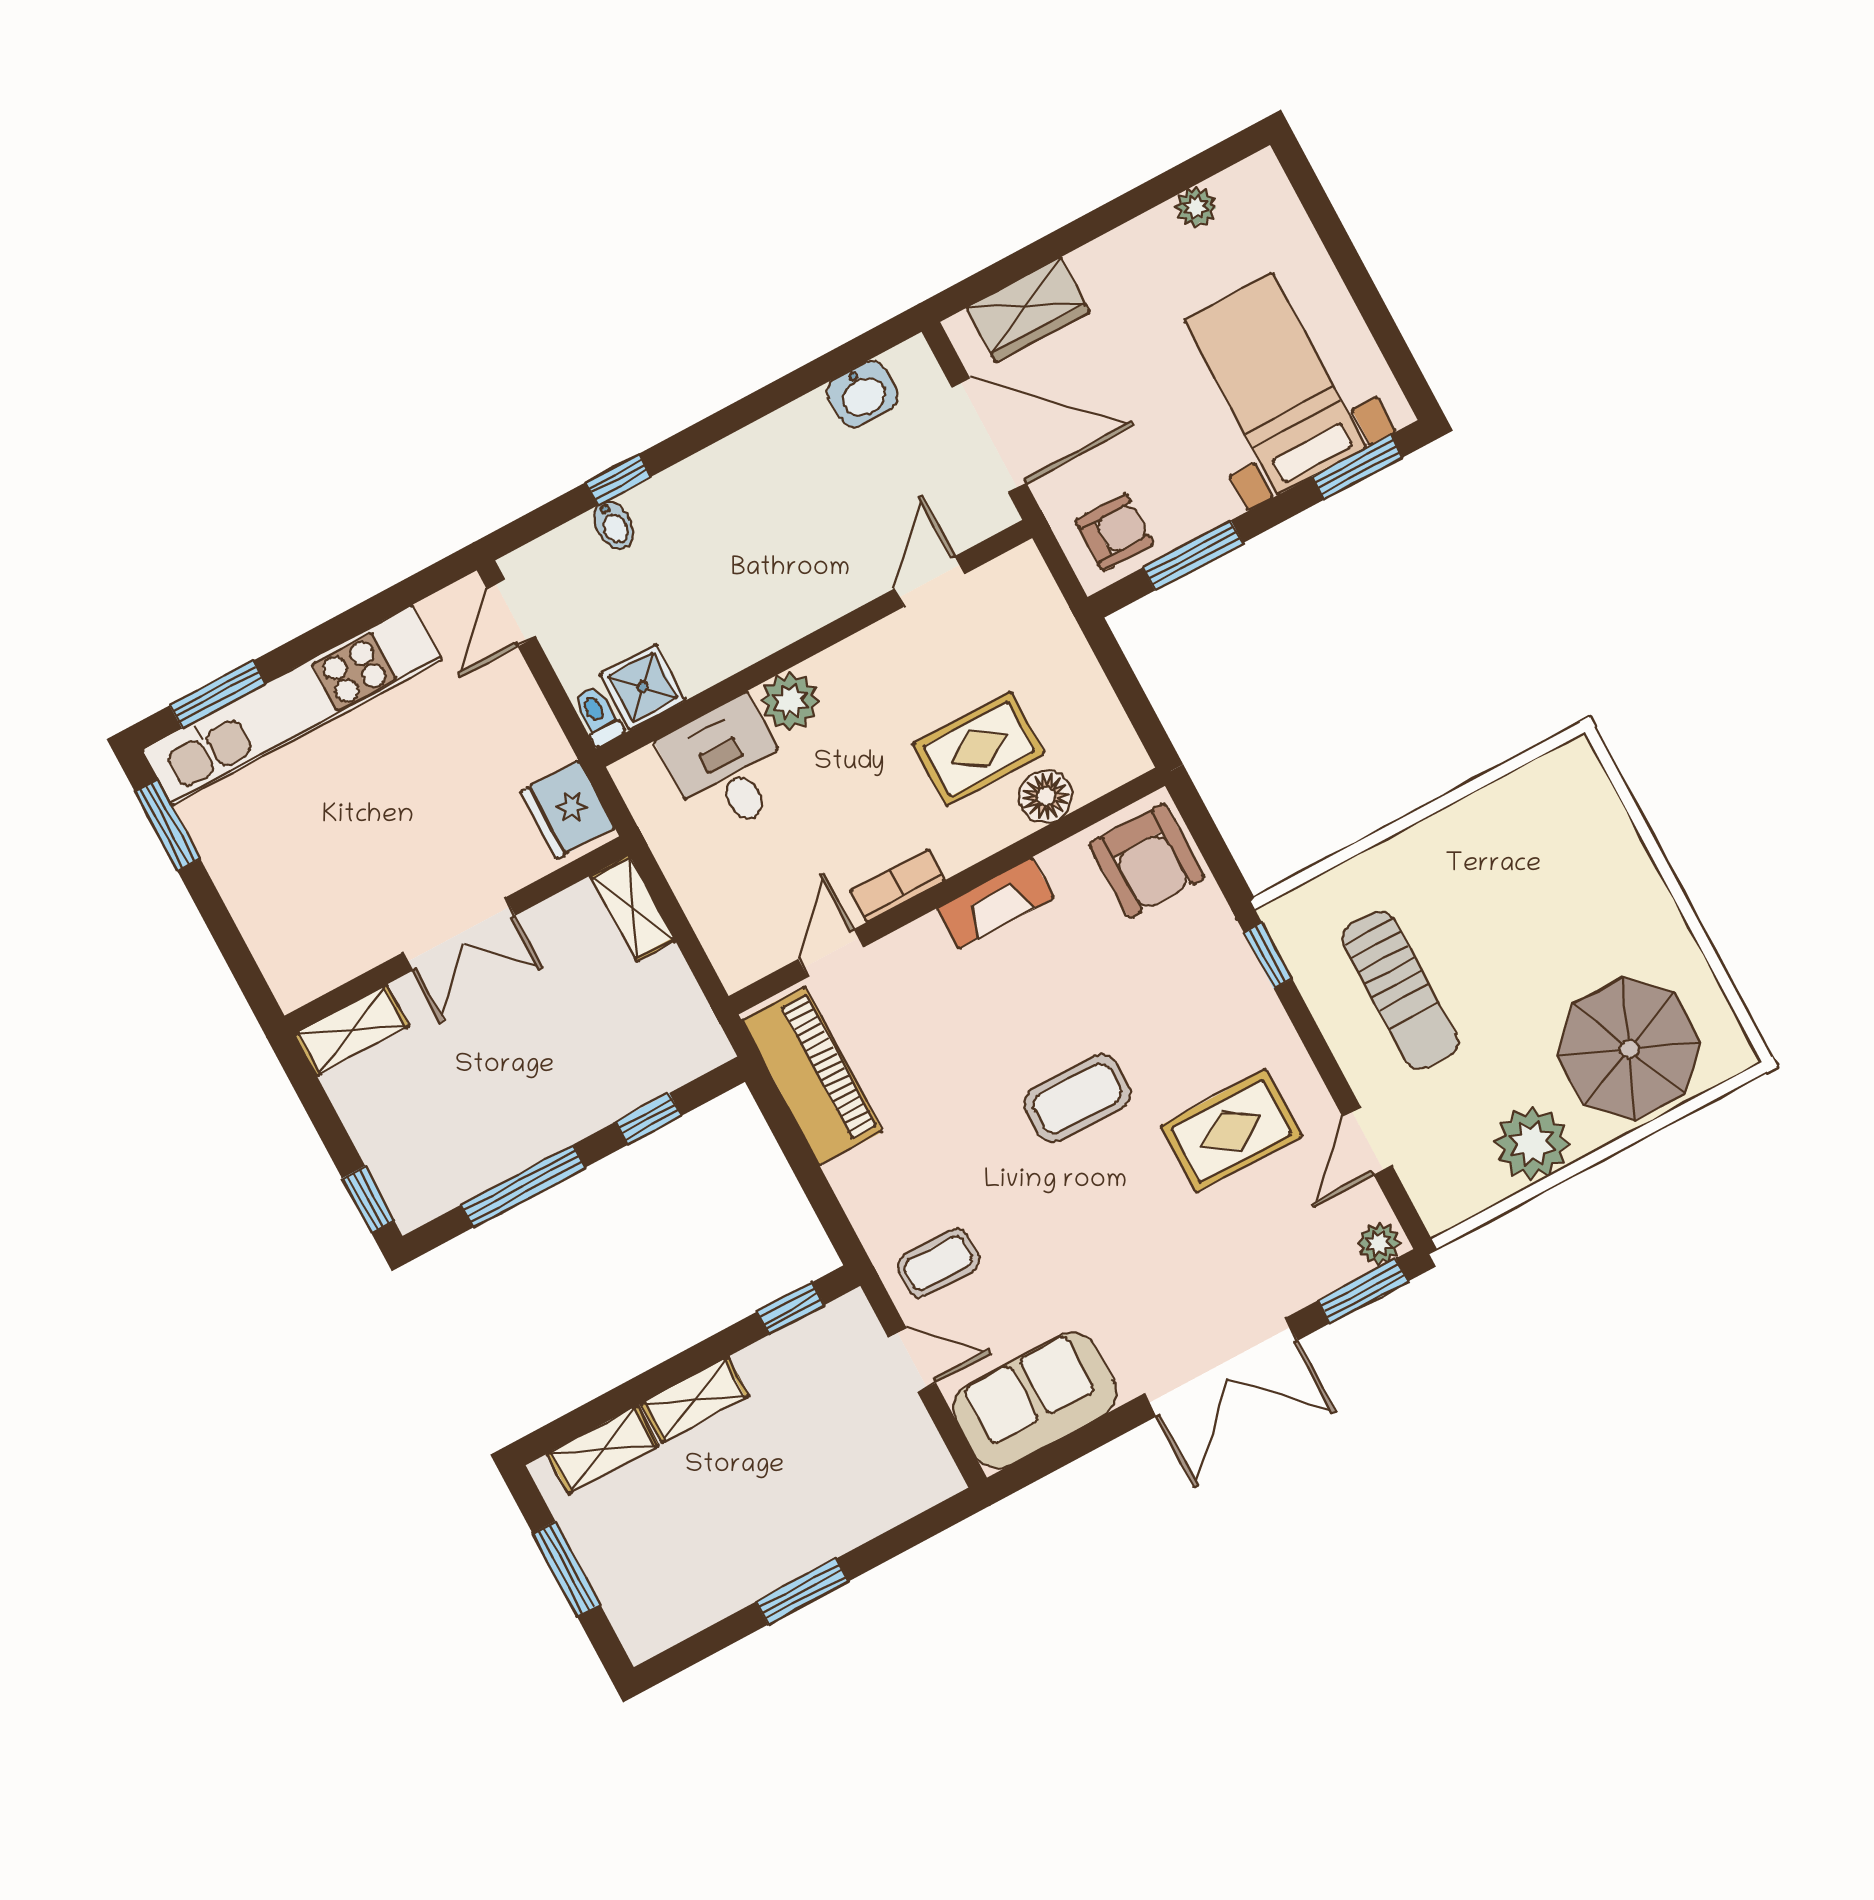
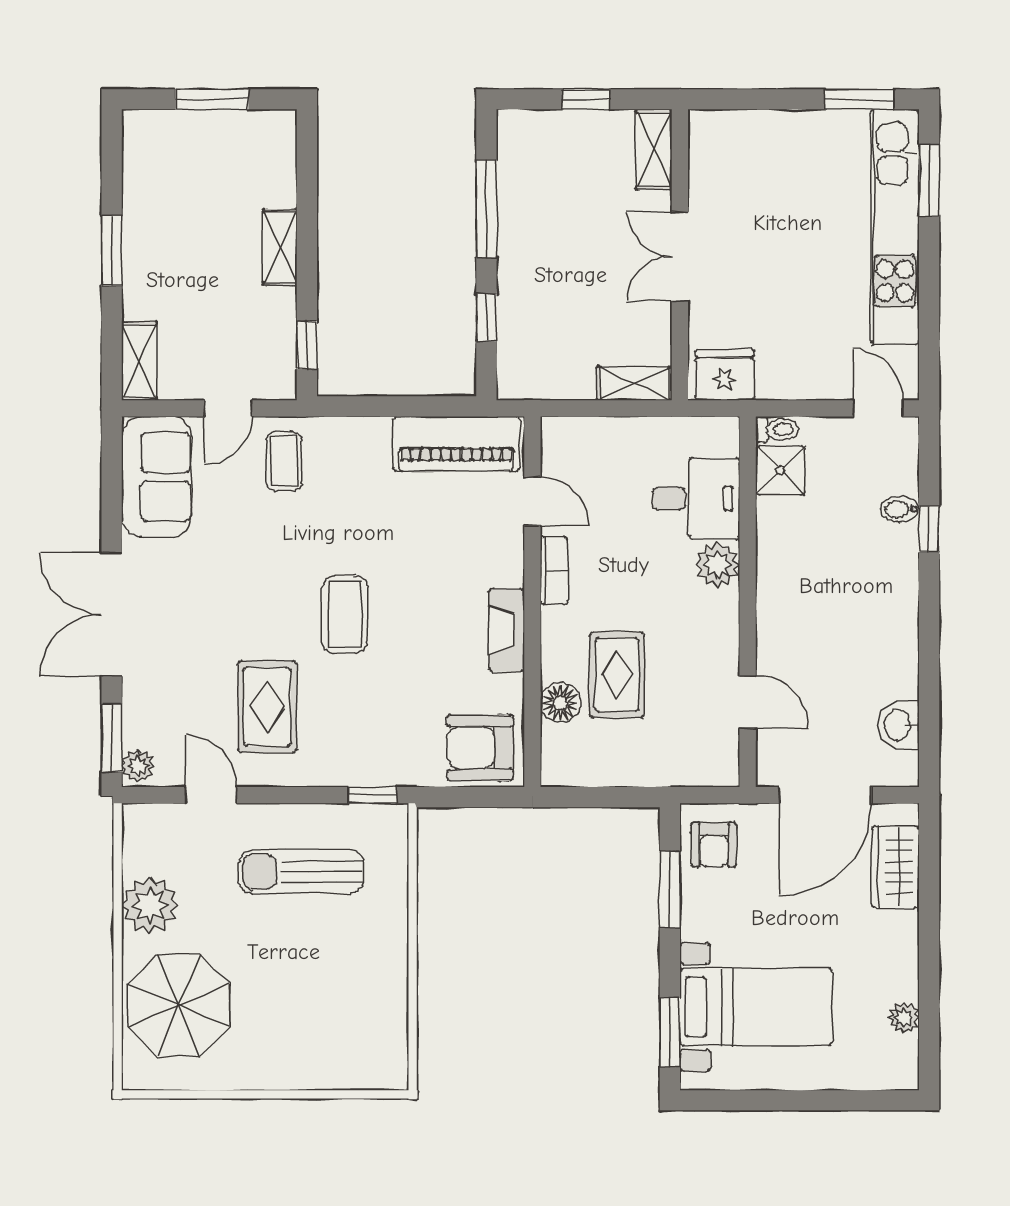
window: (368, 1200) -> (586, 99), moved
shelving: (603, 1450) -> (139, 361), moved

